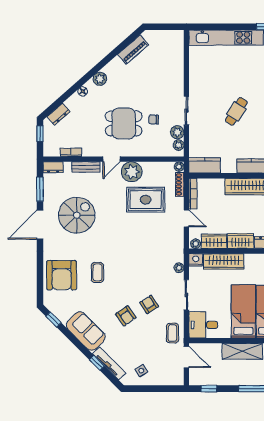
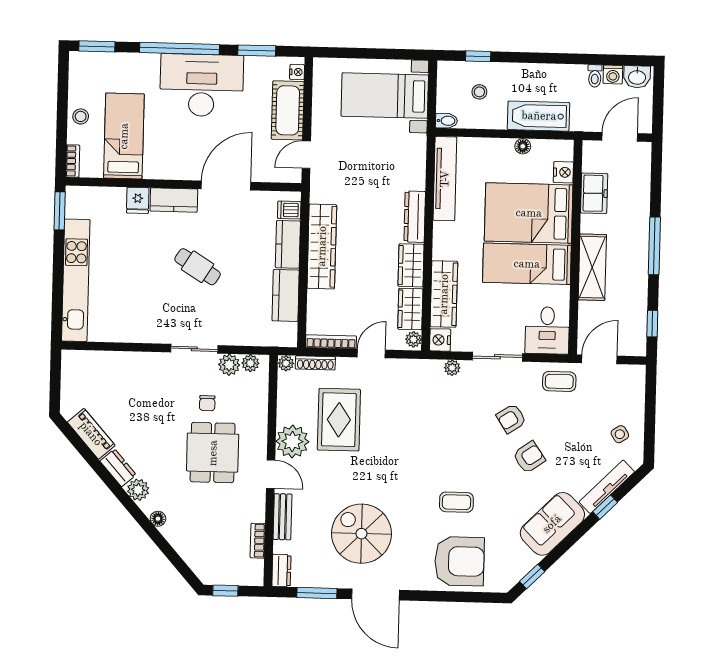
dresser: (59, 114) -> (118, 468), moved
kitchen counter: (205, 165) -> (286, 295), moved

